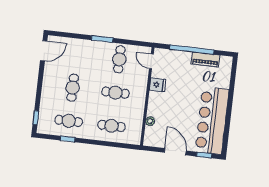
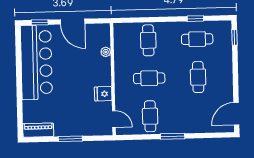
window: (192, 50) -> (70, 139), width x0.47
piano: (205, 60) -> (38, 130), moved
cafe table: (112, 126) -> (148, 40), turned 90

